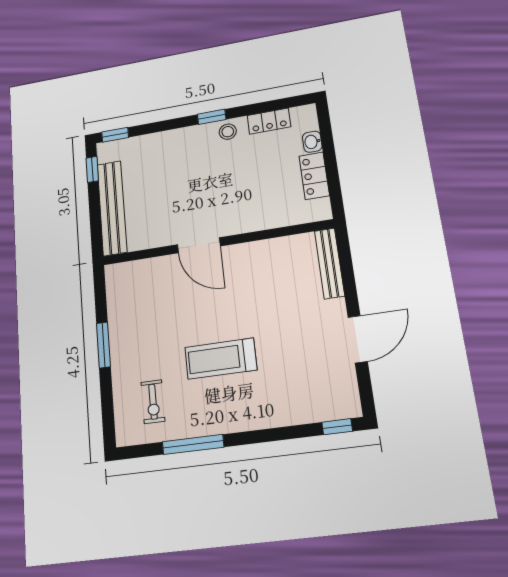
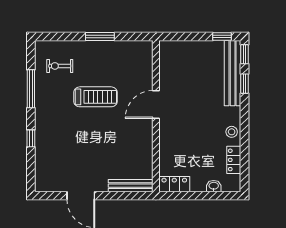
window: (212, 117) -> (245, 84), moved
locker: (314, 176) -> (174, 184), moved
bench: (112, 208) -> (233, 73), moved, turned 90
treadmill: (221, 359) -> (95, 97), moved, turned 90
window: (337, 427) -> (31, 138), moved

